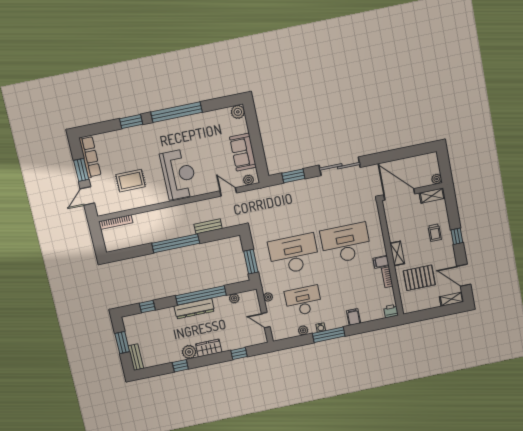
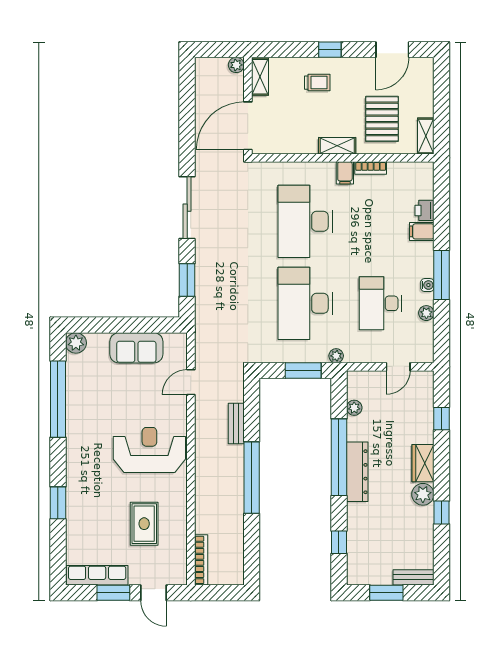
window: (176, 112) -> (58, 399), moved
plant: (249, 180) -> (179, 348), removed
plant: (268, 297) -> (336, 356), moved
shelving: (451, 299) -> (426, 136), moved
printer: (391, 311) -> (425, 210), moved

